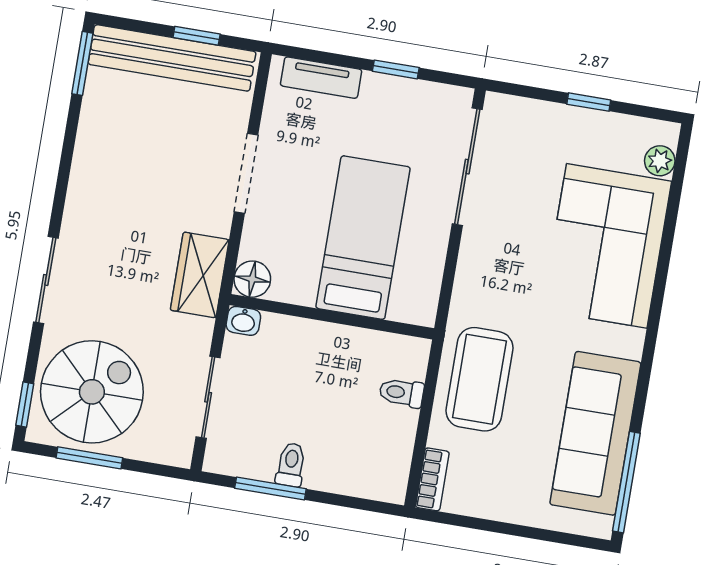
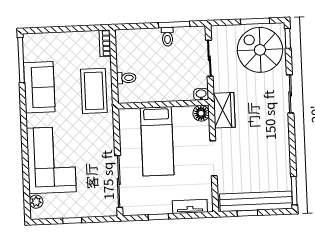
spiral stairs: (92, 392) -> (260, 50), turned 90
sofa: (595, 433) -> (39, 87), width x0.73

